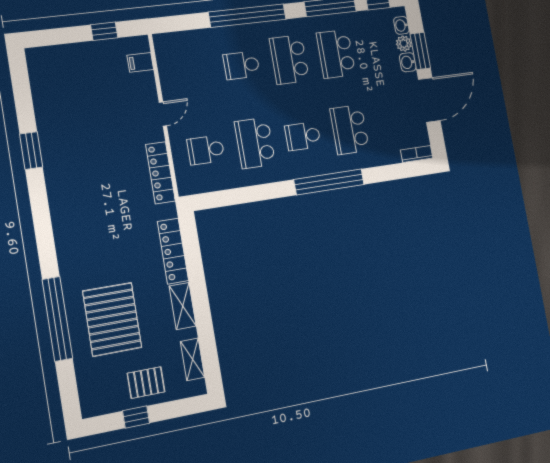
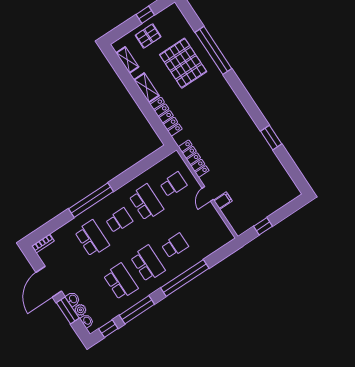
filing cabinet: (140, 62) -> (223, 201), moved

